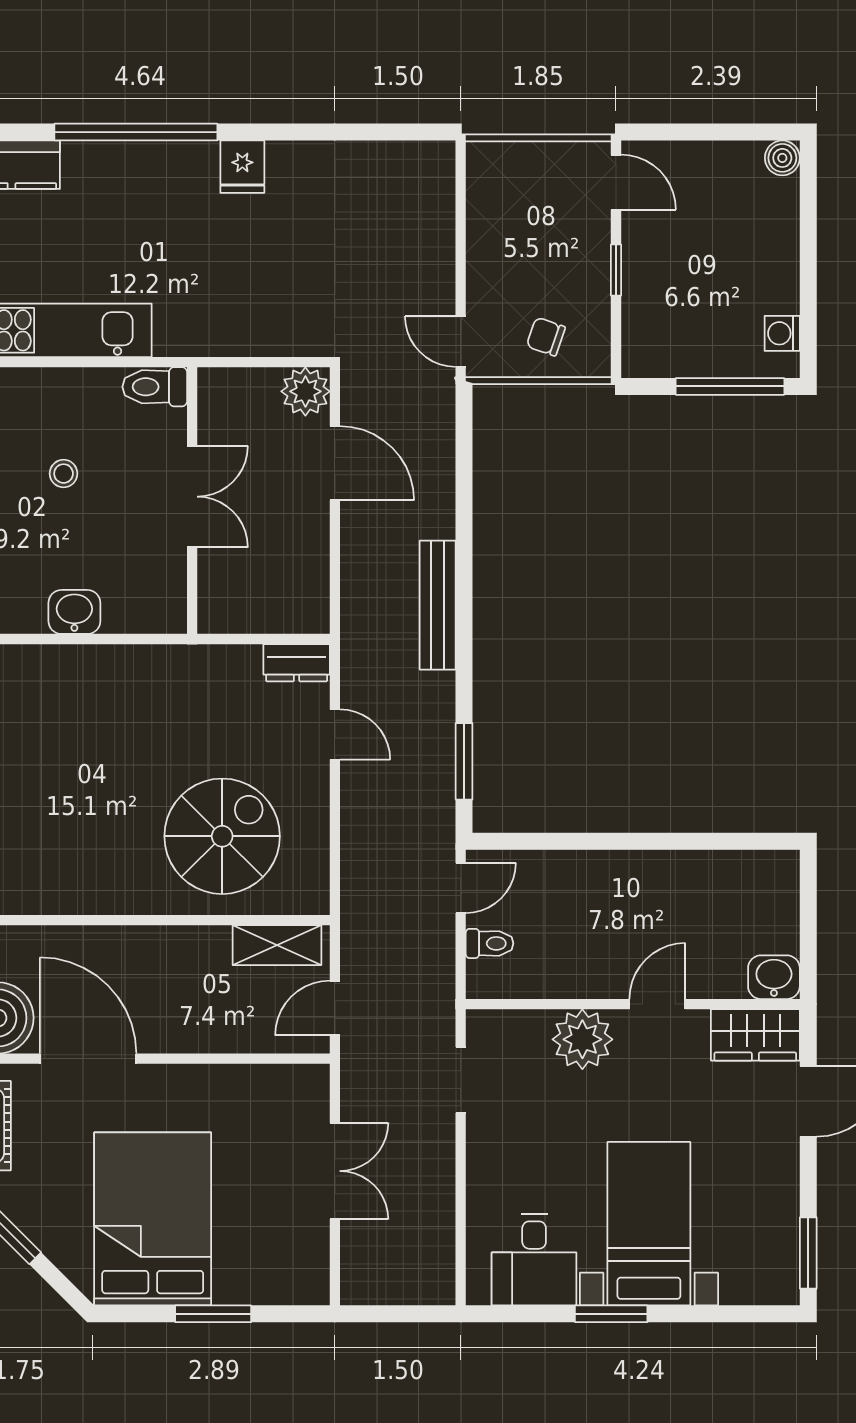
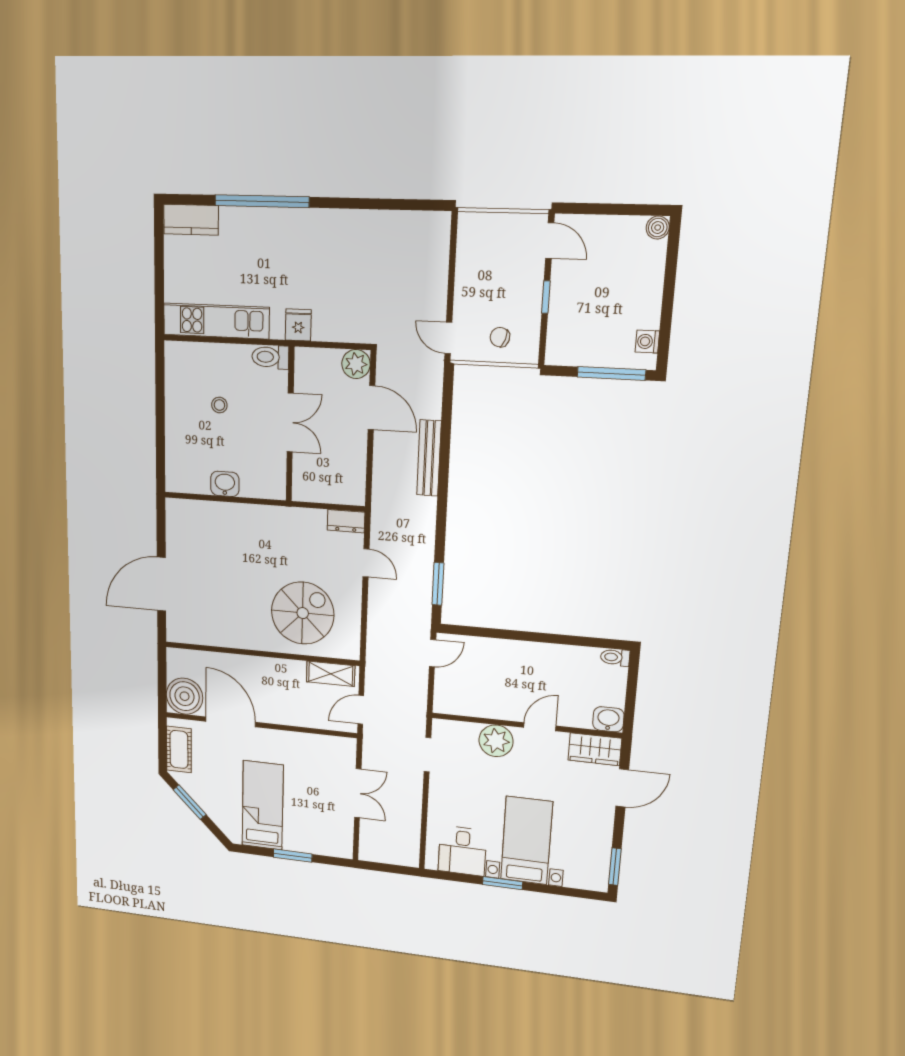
fridge: (242, 167) -> (298, 325), moved, turned 180
bench: (438, 605) -> (429, 458), moved
toilet: (490, 943) -> (615, 657), moved, turned 180
bed: (153, 1219) -> (263, 805), width x0.67

